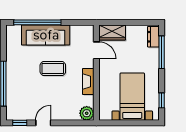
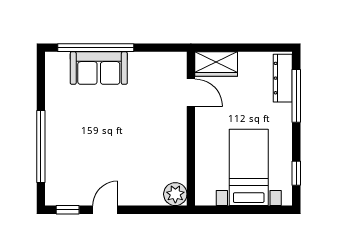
sofa: (46, 35) -> (99, 68), width x0.73
dresser: (153, 37) -> (283, 78), width x1.44
coffee table: (53, 69) -> (121, 122), removed
fireplace: (88, 82) -> (178, 143), removed

